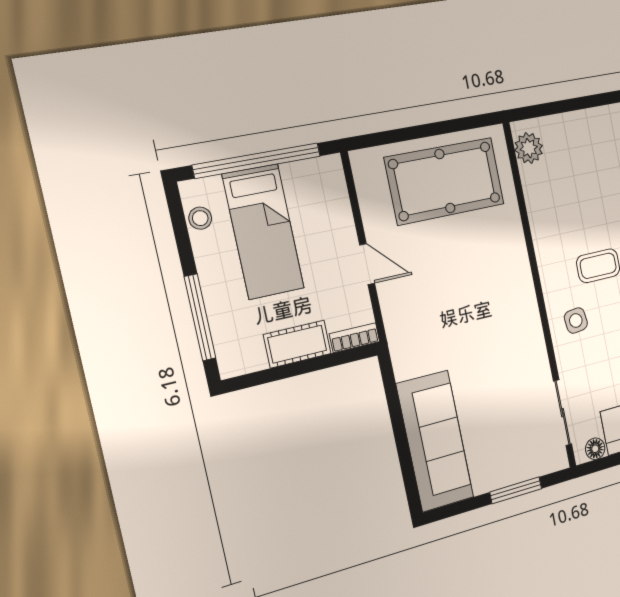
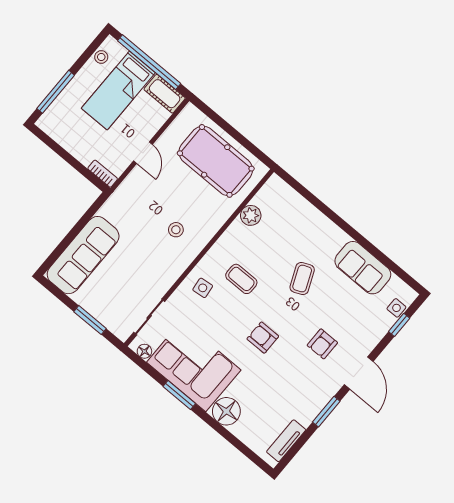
plant: (529, 148) -> (251, 215), moved
stool: (489, 299) -> (176, 230), added
cot: (297, 344) -> (165, 94), moved

